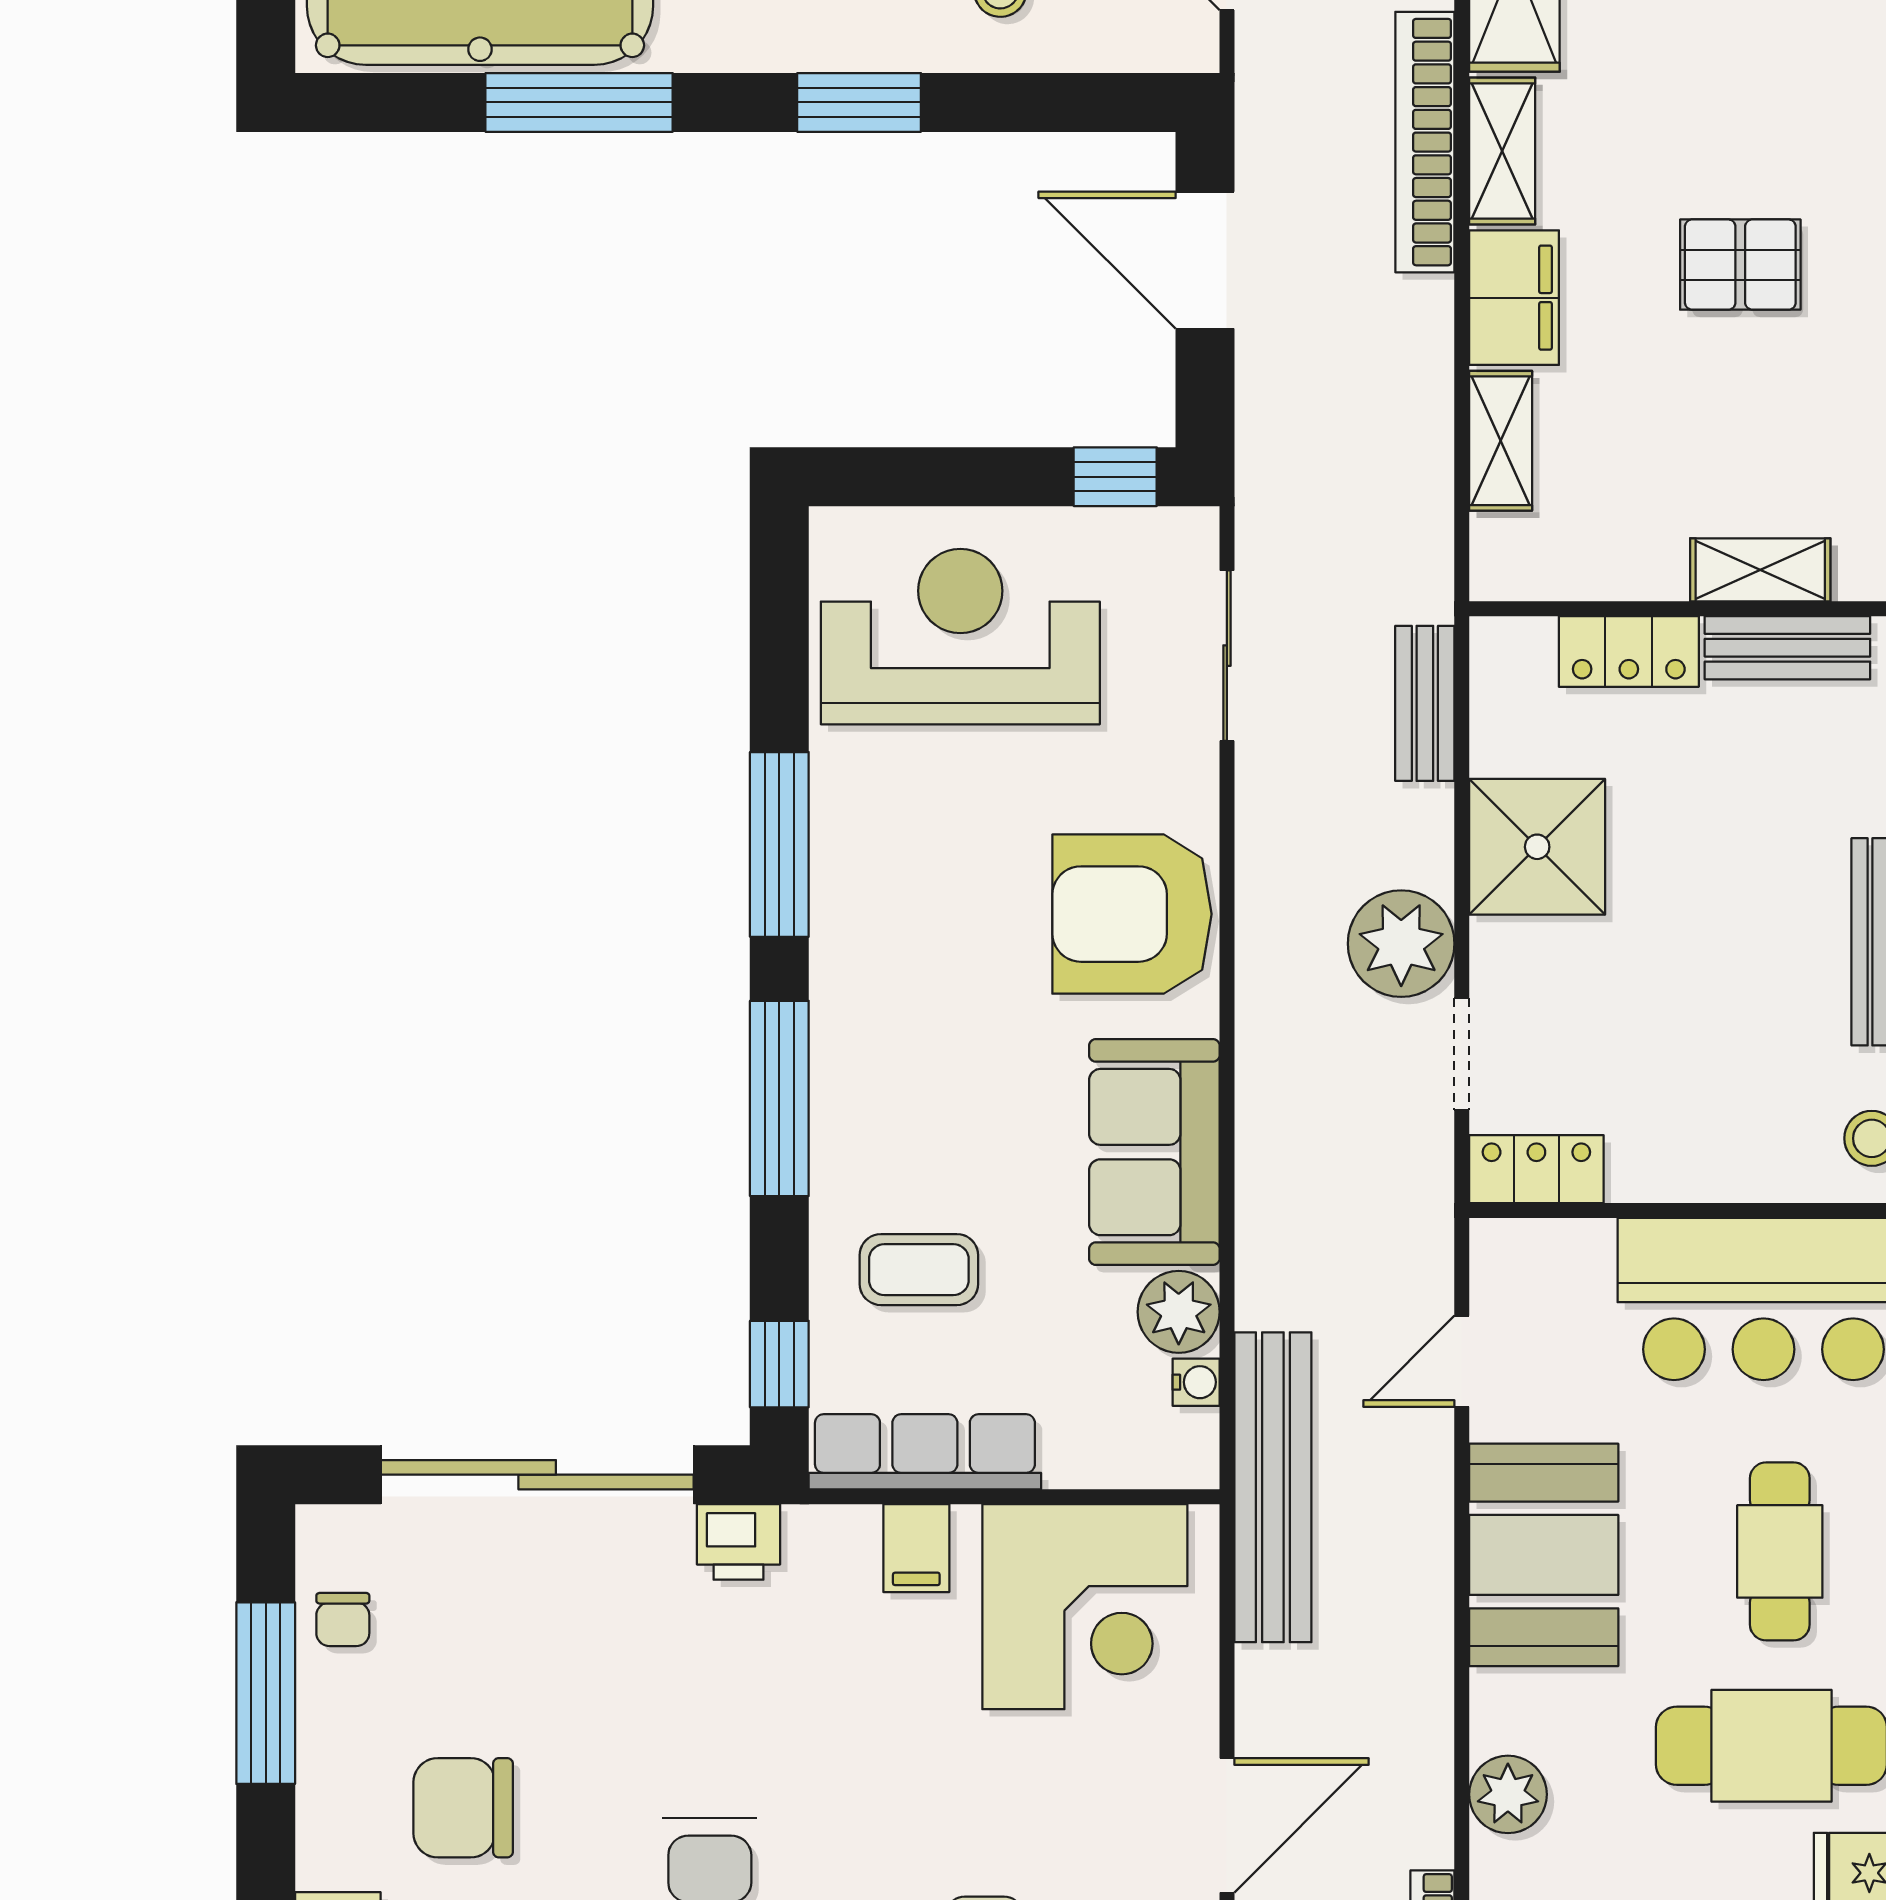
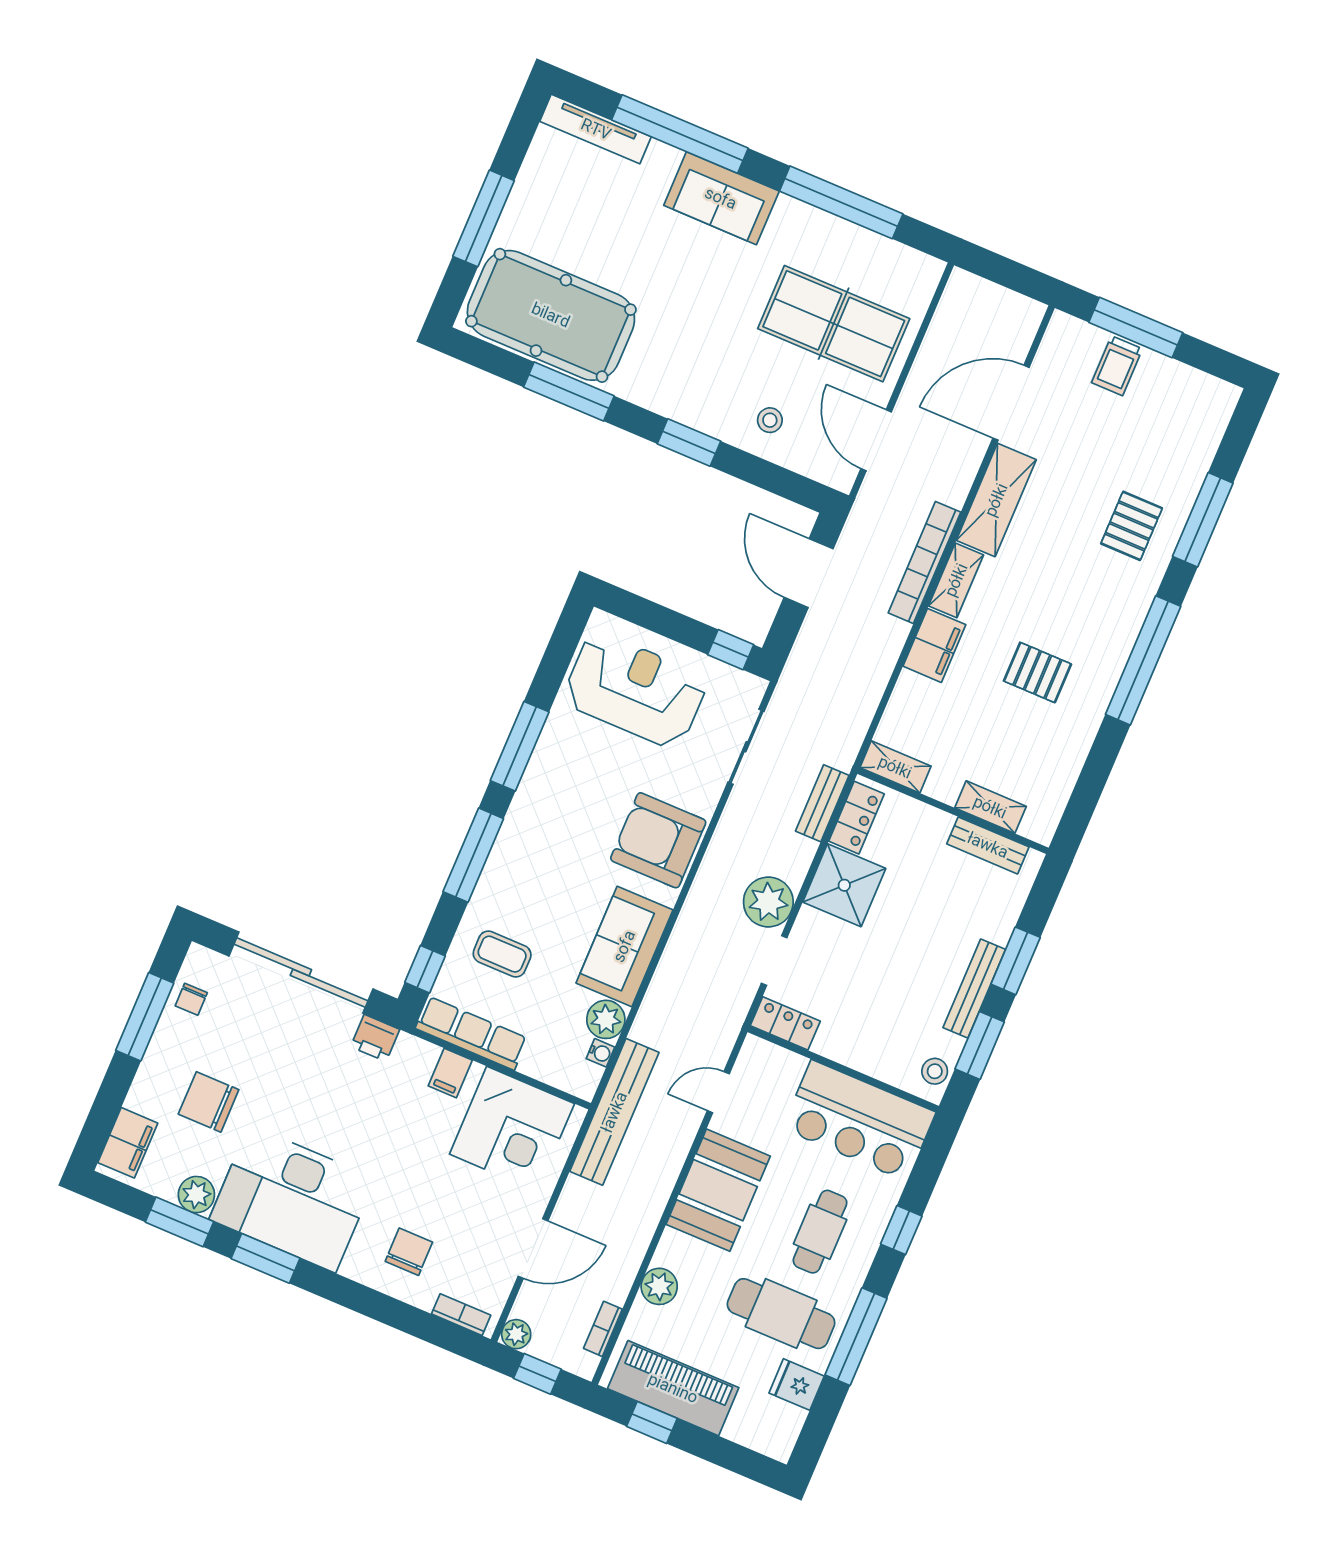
shelving: (1501, 441) -> (895, 767), moved, turned 90
locker: (1629, 651) -> (856, 818), moved, turned -90

